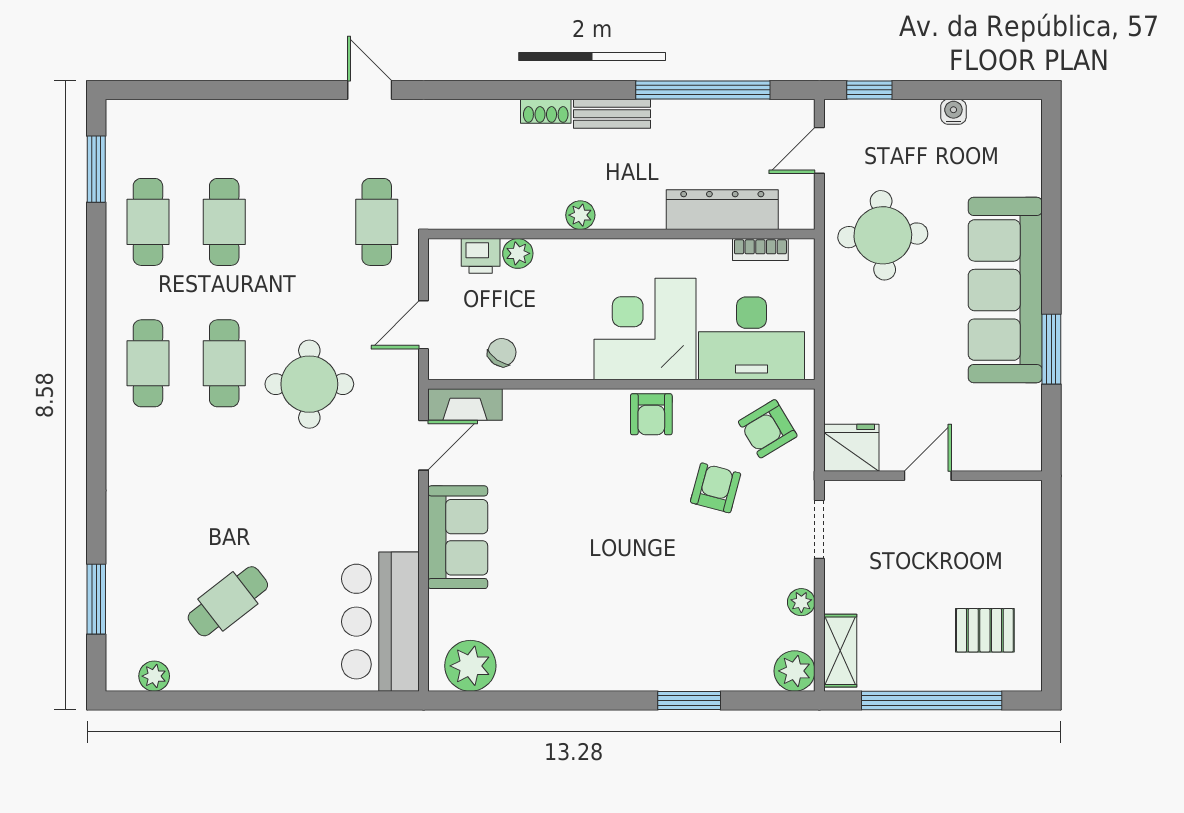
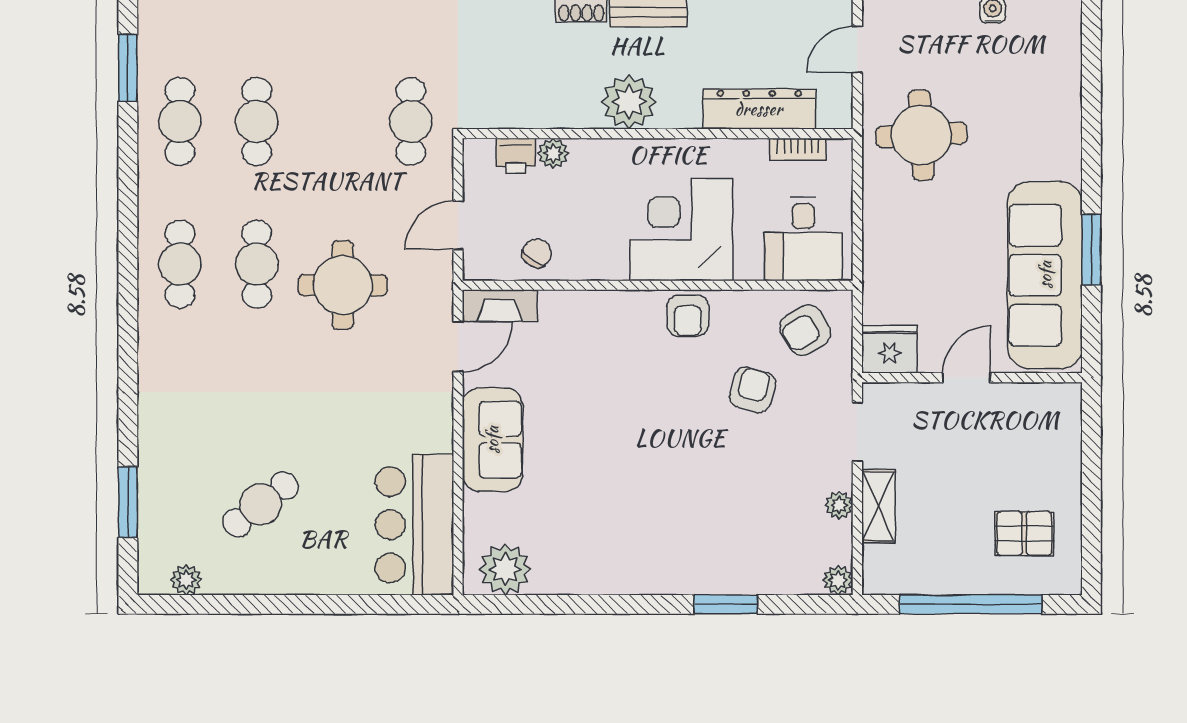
plant: (580, 215) -> (629, 102), width x1.88, depth x1.88
sofa: (1005, 290) -> (1045, 275), moved
desk: (752, 338) -> (803, 239), width x0.73
shelving: (840, 651) -> (878, 506), moved
plant: (795, 671) -> (838, 580), width x0.73, depth x0.73

